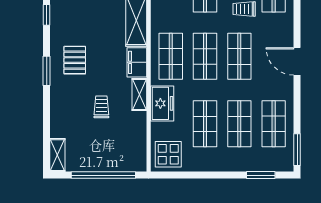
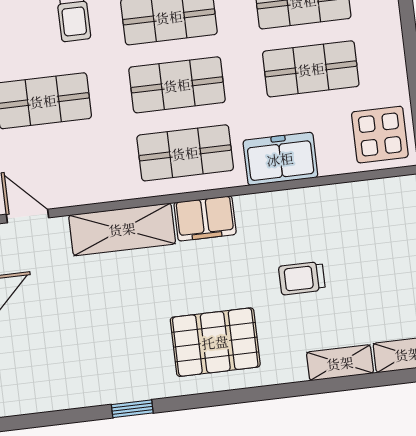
pallet: (75, 60) -> (215, 342), width x1.50, depth x1.42
window: (47, 71) -> (243, 396), removed
shelving: (139, 95) -> (340, 363), moved

